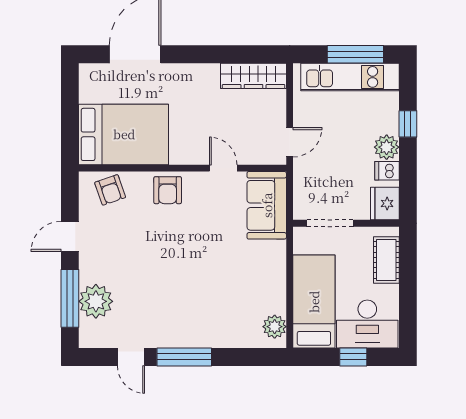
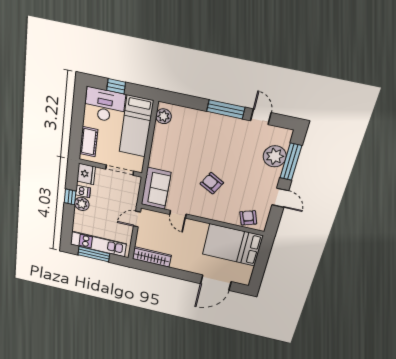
window: (408, 124) -> (70, 197), moved
armchair: (168, 190) -> (212, 183), moved, turned -61
door: (70, 236) -> (280, 198), hinge flipped

